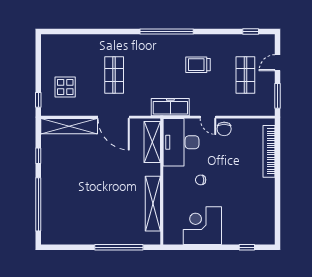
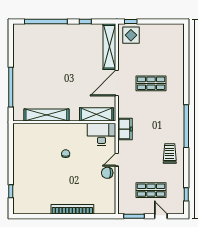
trolley: (198, 65) -> (170, 153), moved
display table: (65, 87) -> (131, 35), moved
freezer: (170, 107) -> (125, 129), width x0.71
desk: (181, 142) -> (101, 134), width x0.73, depth x0.77
bookcase: (269, 151) -> (72, 209), moved
corner desk: (202, 226) -> (28, 155), removed

